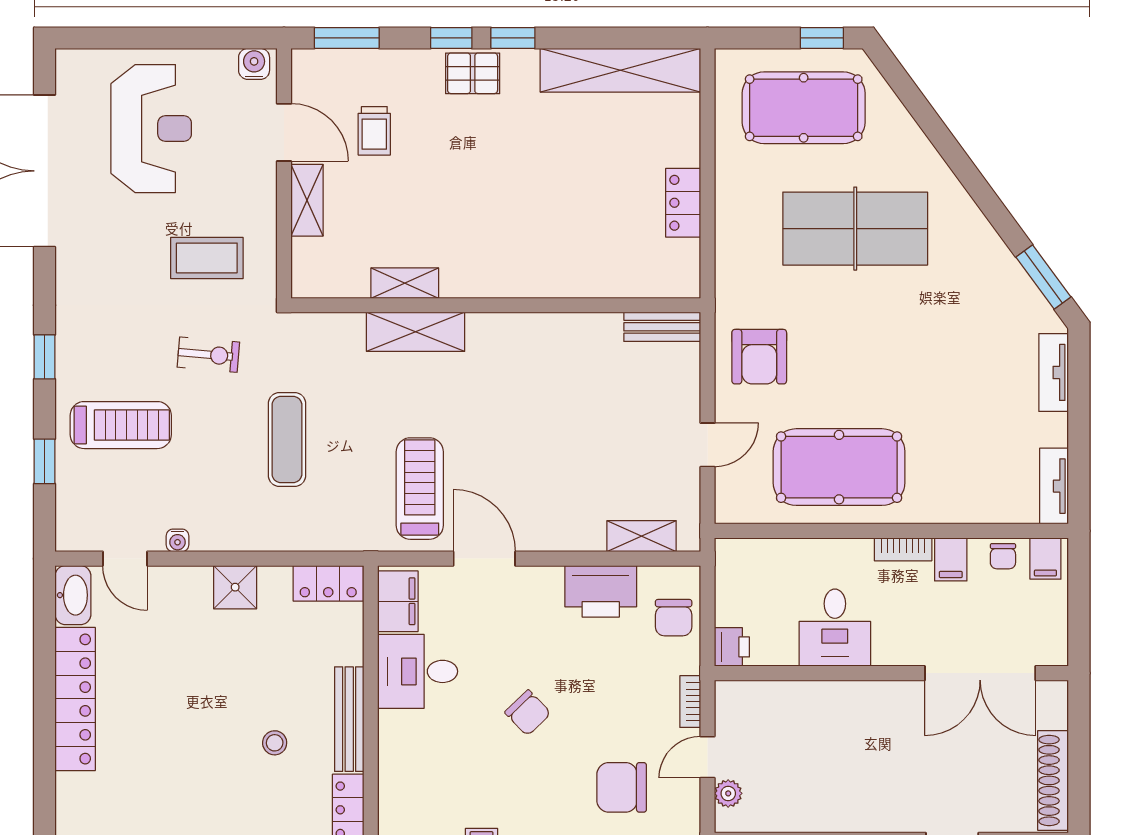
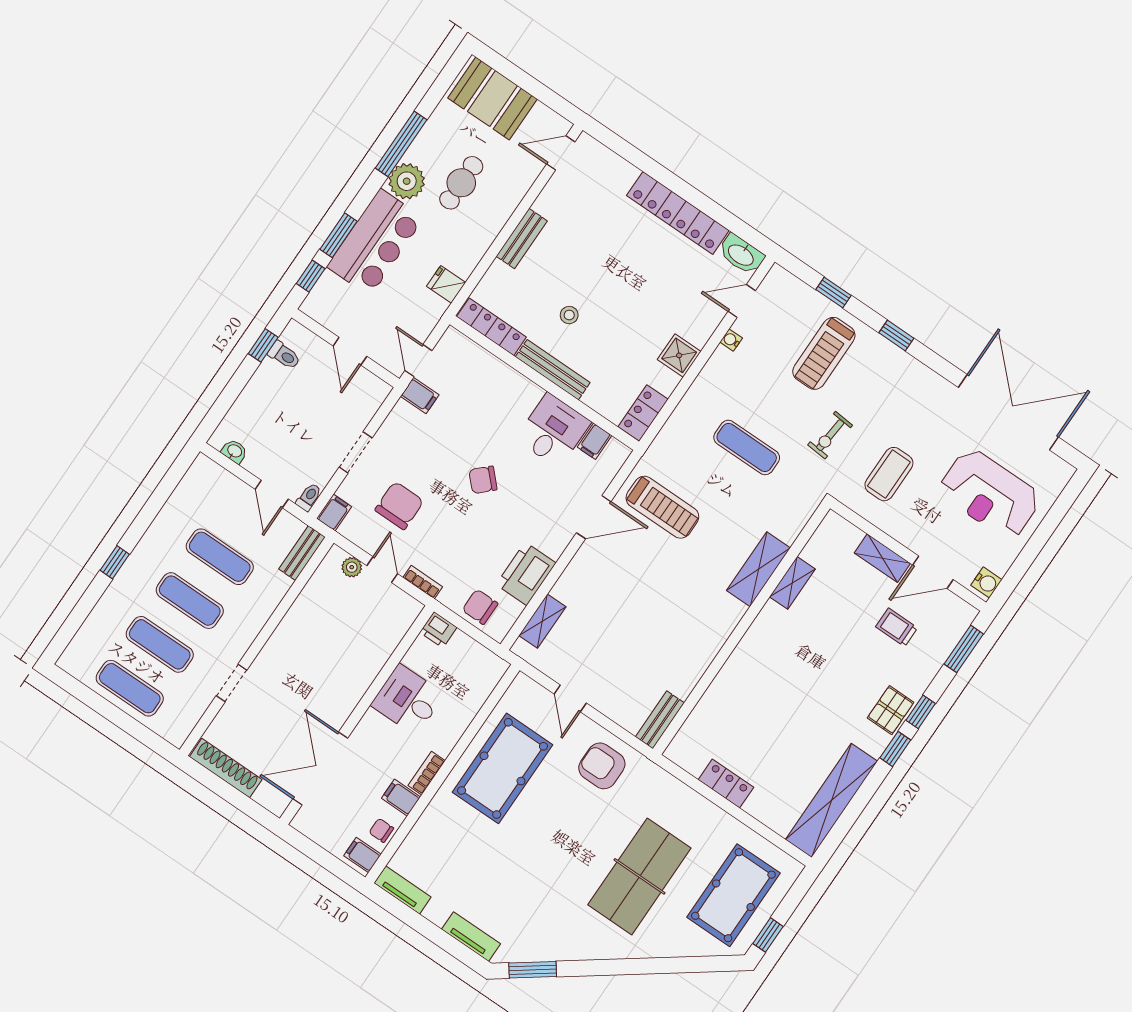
filing cabinet: (398, 601) -> (594, 441), width x0.50

